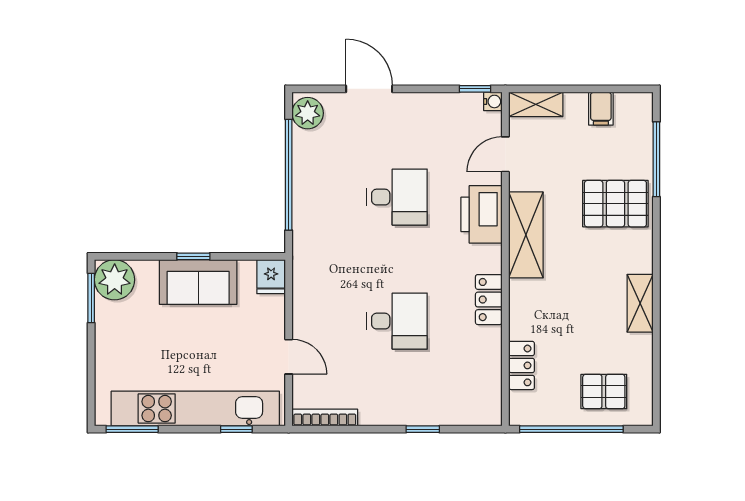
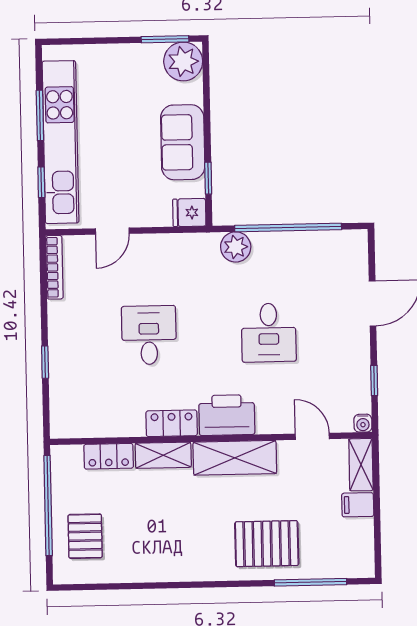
window: (475, 89) -> (374, 380), moved
filing cabinet: (601, 109) -> (358, 505), moved
plant: (308, 113) -> (236, 247), moved
pallet: (615, 204) -> (267, 544), turned 90
printer: (482, 214) -> (227, 415), moved
window: (193, 256) -> (208, 178), moved
shelving: (640, 303) -> (163, 455), moved
desk: (397, 321) -> (149, 335), turned 180
window: (132, 429) -> (40, 115), moved

